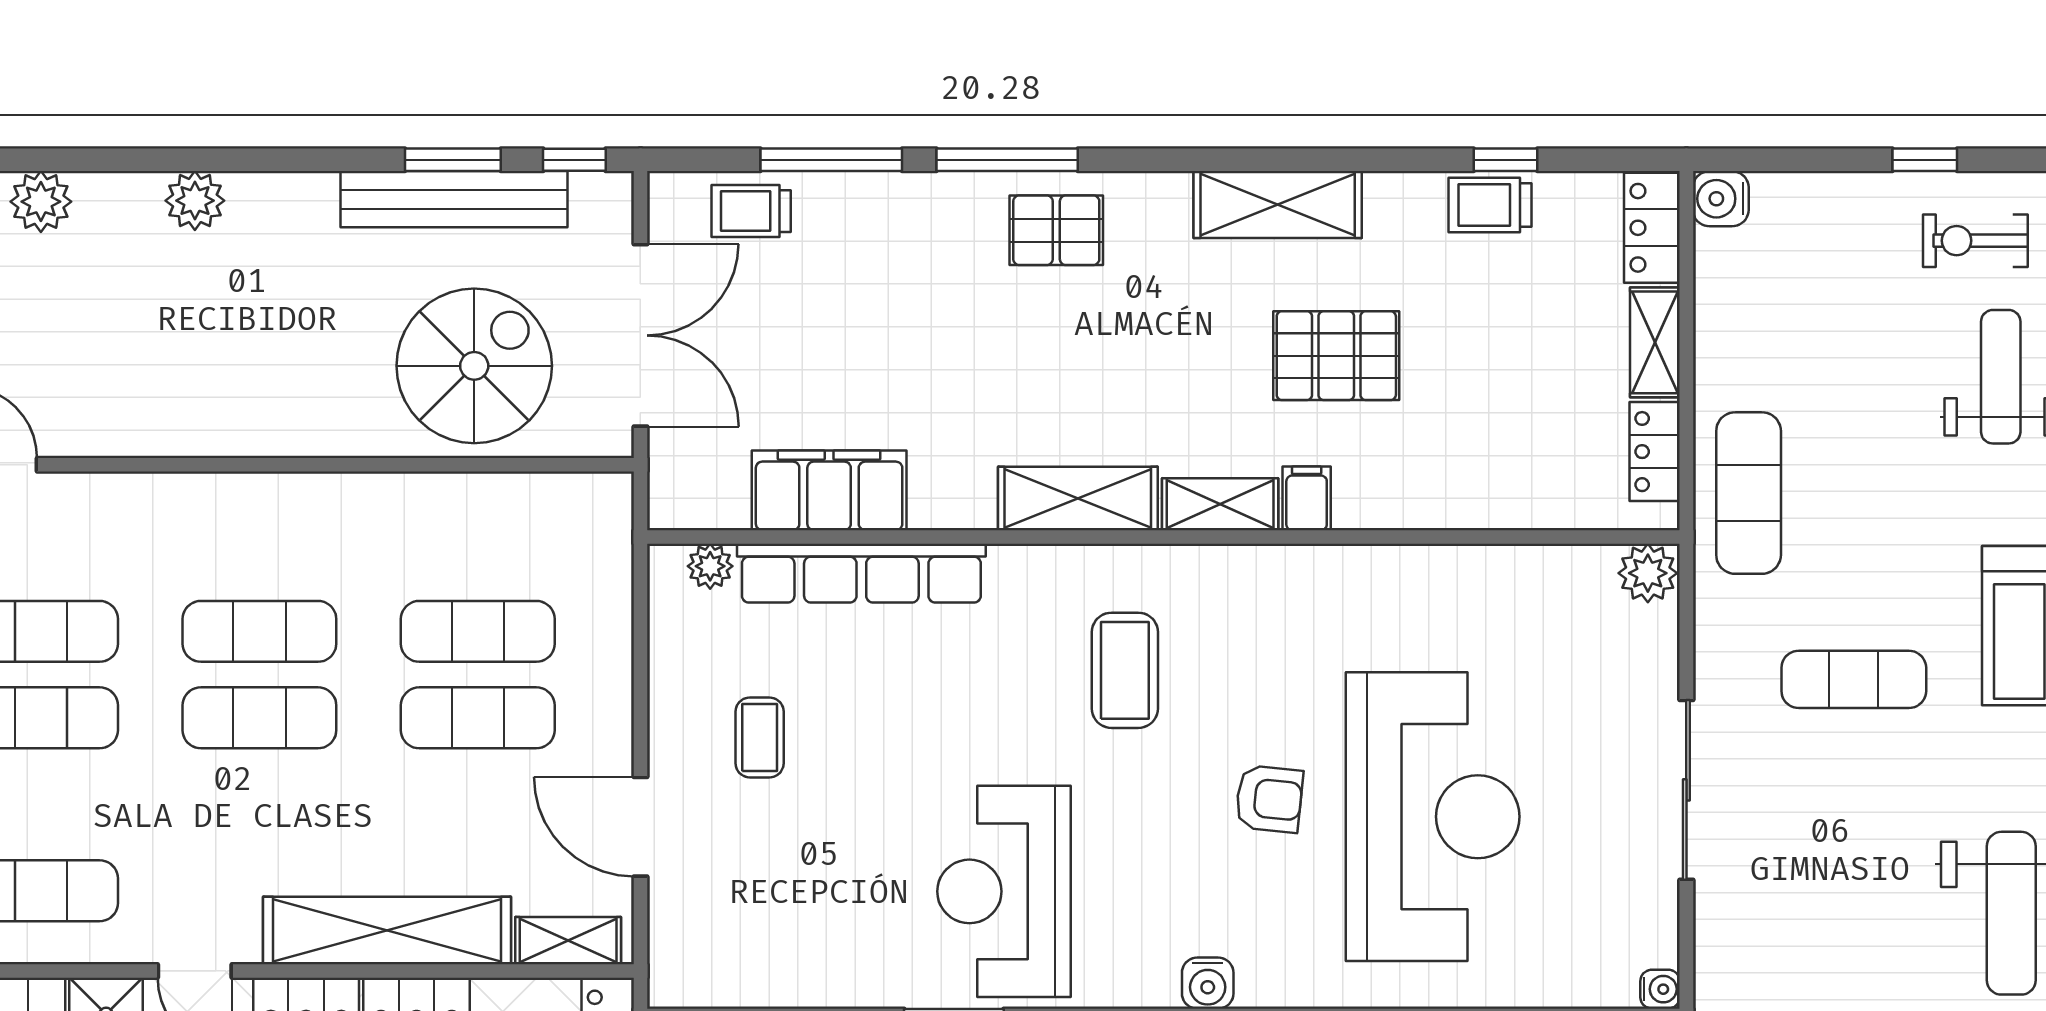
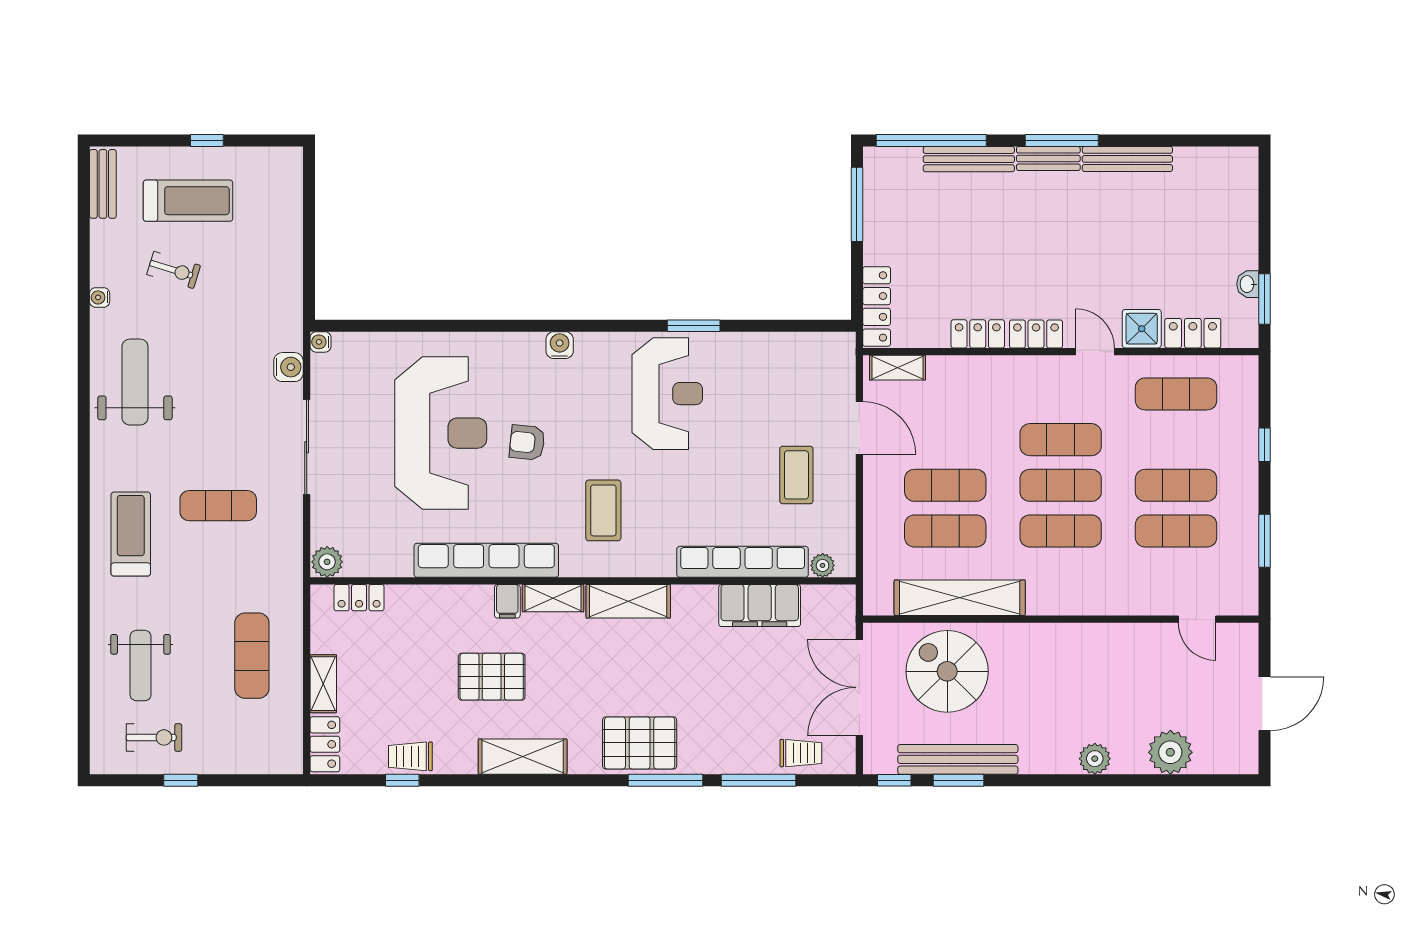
water cooler: (1721, 199) -> (288, 367), moved
plant: (41, 202) -> (1170, 752), width x1.36, depth x1.36
trolley: (1490, 205) -> (410, 756), turned 180
pallet: (1056, 230) -> (640, 743), width x1.50, depth x1.42
spiral stairs: (474, 366) -> (947, 671), turned 90
locker: (1655, 452) -> (359, 598), moved, turned 90
exercise mat: (1749, 493) -> (252, 656), moved
row of seats: (1346, 576) -> (486, 560), added
coffee table: (760, 737) -> (796, 475), width x1.36, depth x1.30
exercise mat: (259, 804) -> (1061, 440), added
reception desk: (1433, 817) -> (441, 433), turned 180
shelving: (387, 930) -> (960, 598), moved

